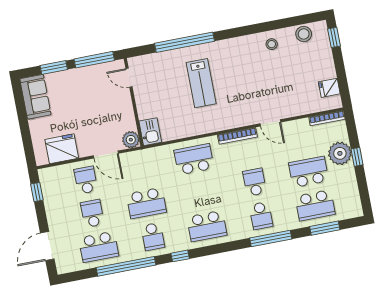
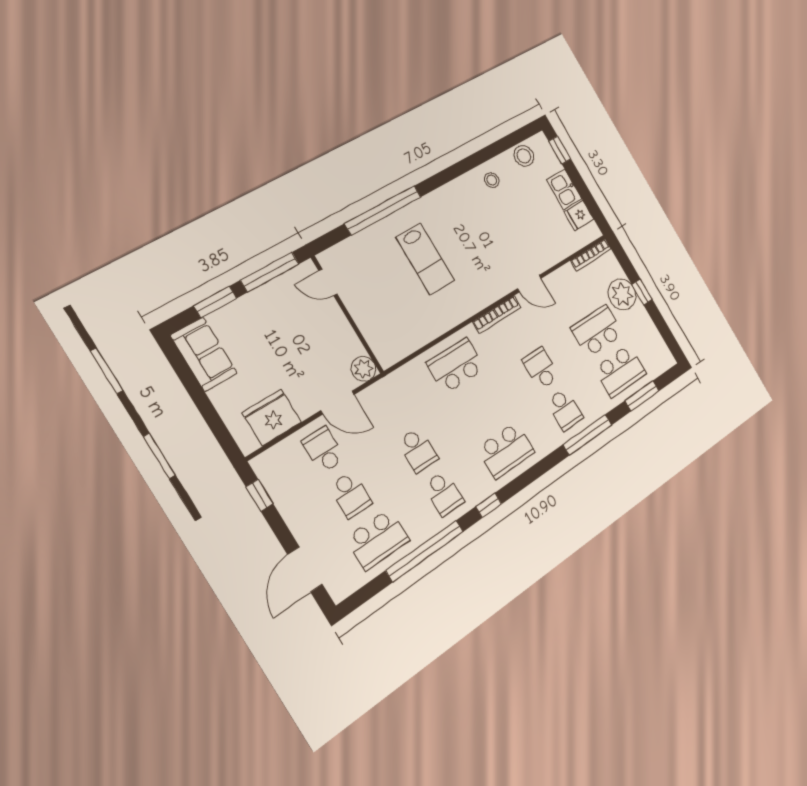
kitchen sink: (150, 132) -> (564, 189), moved, turned 180
school desk: (146, 203) -> (418, 450), width x0.54
school desk: (92, 213) -> (351, 495), turned 180

